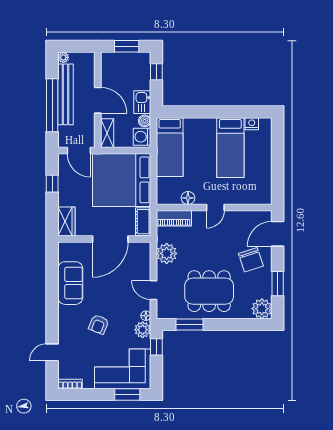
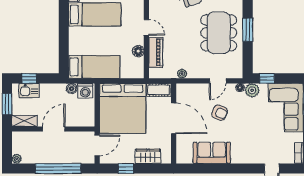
bench: (65, 94) -> (49, 157), removed
kitchen sink: (142, 102) -> (29, 91), moved
shelving: (107, 133) -> (25, 121), moved
piano: (174, 218) -> (156, 52), moved
wardrobe: (66, 221) -> (148, 156), moved
plant: (167, 253) -> (182, 74), width x0.53, depth x0.53
armchair: (99, 324) -> (220, 113), moved
window: (189, 325) -> (248, 30), moved

